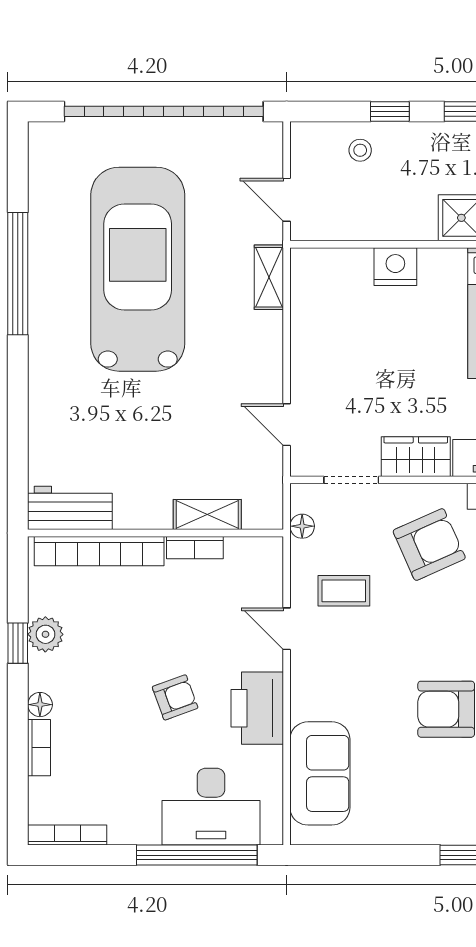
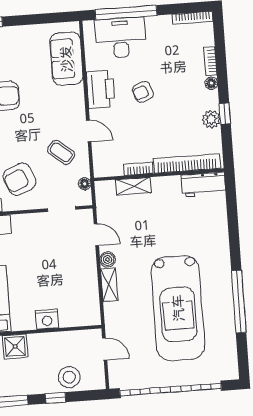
stool: (360, 150) -> (69, 377), width x1.89, depth x1.89
shelving: (269, 277) -> (109, 285), moved
boiler: (268, 375) -> (108, 259), added
wardrobe: (416, 457) -> (29, 223), removed
coffee table: (344, 591) -> (61, 152), turned 39

